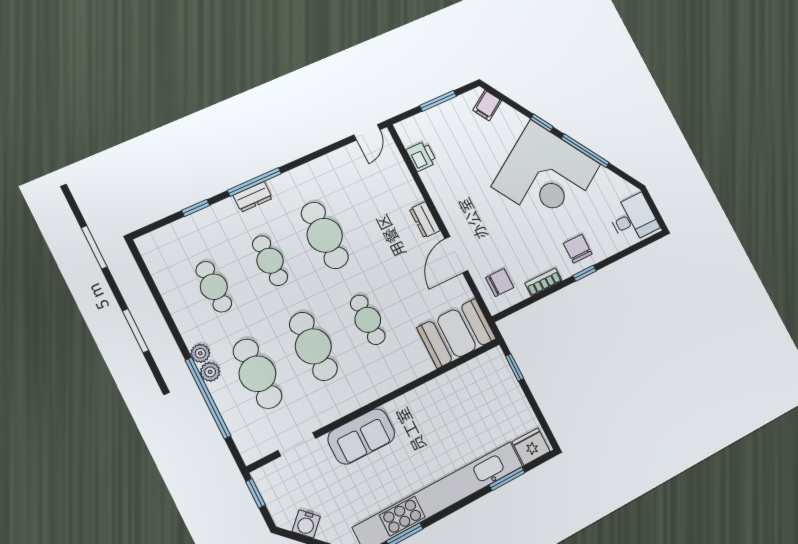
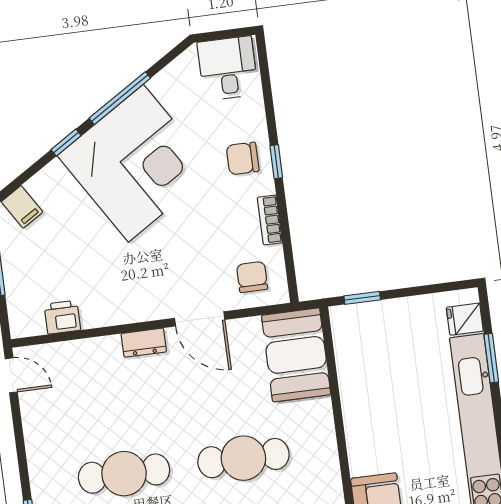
cafe table: (368, 320) -> (243, 458), width x1.37, depth x1.35
fridge: (531, 447) -> (465, 319), width x0.72

